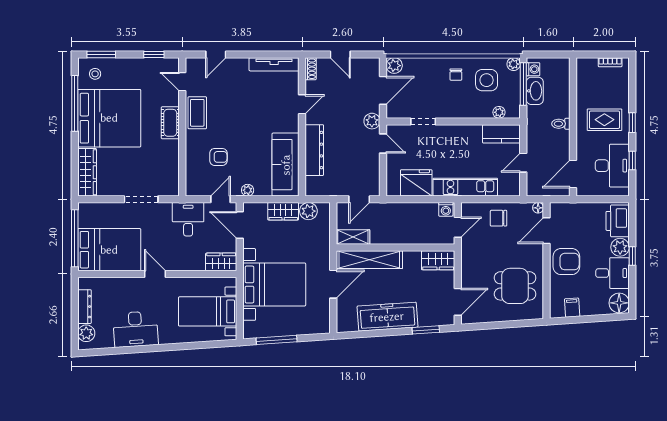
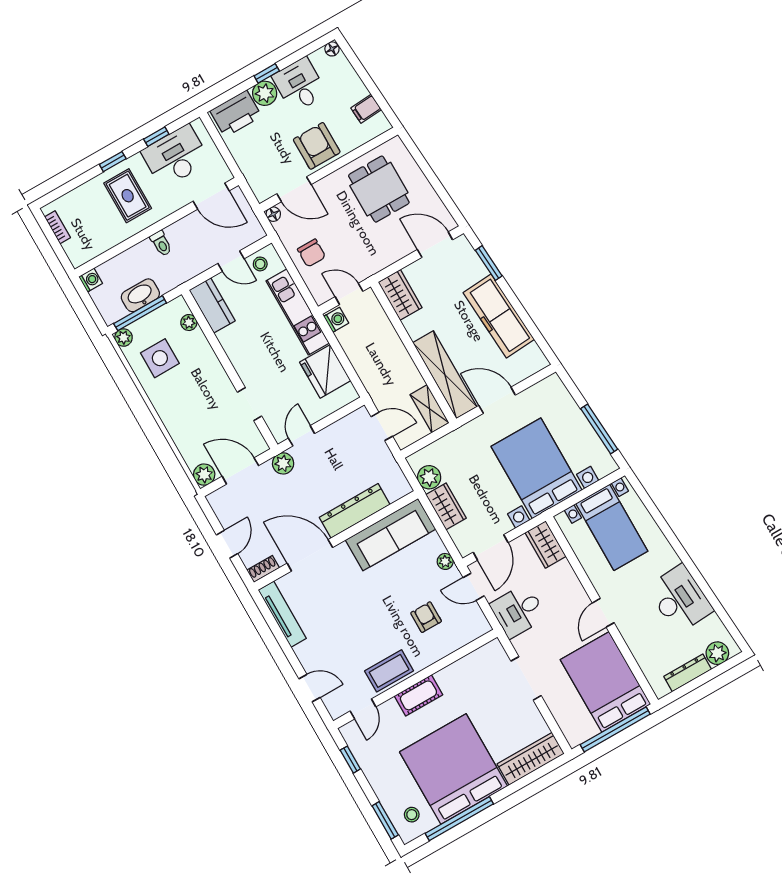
washing machine: (533, 69) -> (91, 280), moved, turned 90
chair: (456, 75) -> (174, 397), removed
door: (302, 104) -> (310, 555), width x1.88
stool: (511, 181) -> (260, 264), added
floor lamp: (619, 303) -> (332, 49), width x0.53, depth x0.53

